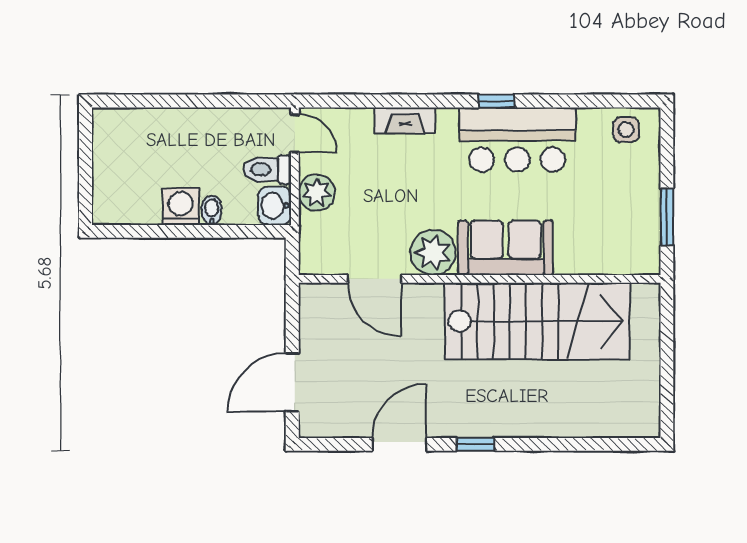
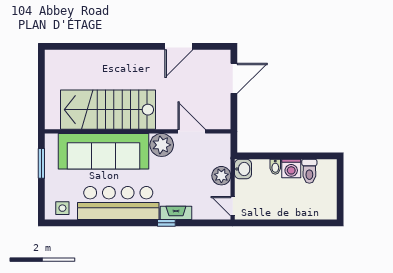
window: (496, 101) -> (166, 223), moved
bar counter: (517, 140) -> (118, 203), width x1.36
toilet: (267, 169) -> (309, 171), moved, turned 90
sofa: (506, 248) -> (104, 151), width x1.85, depth x1.27
window: (475, 444) -> (140, 46), removed

